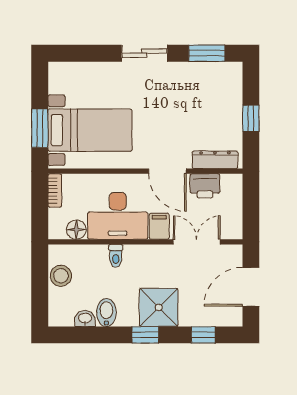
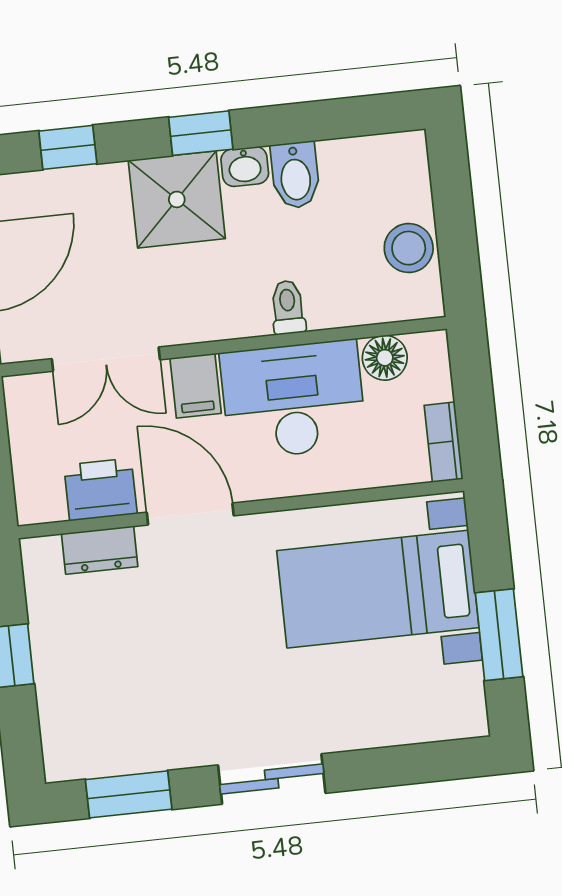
window: (40, 128) -> (499, 635), moved
dresser: (215, 160) -> (100, 550), width x0.70
washbasin: (85, 318) -> (245, 166), moved

